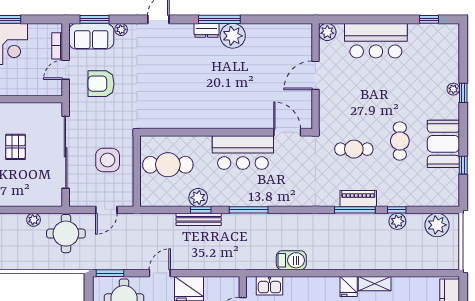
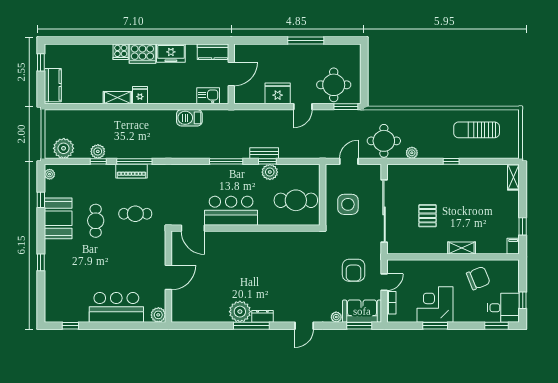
armchair: (101, 84) -> (354, 270), turned 90
plant: (453, 89) -> (50, 174), moved
bench: (199, 219) -> (264, 153), width x0.73

